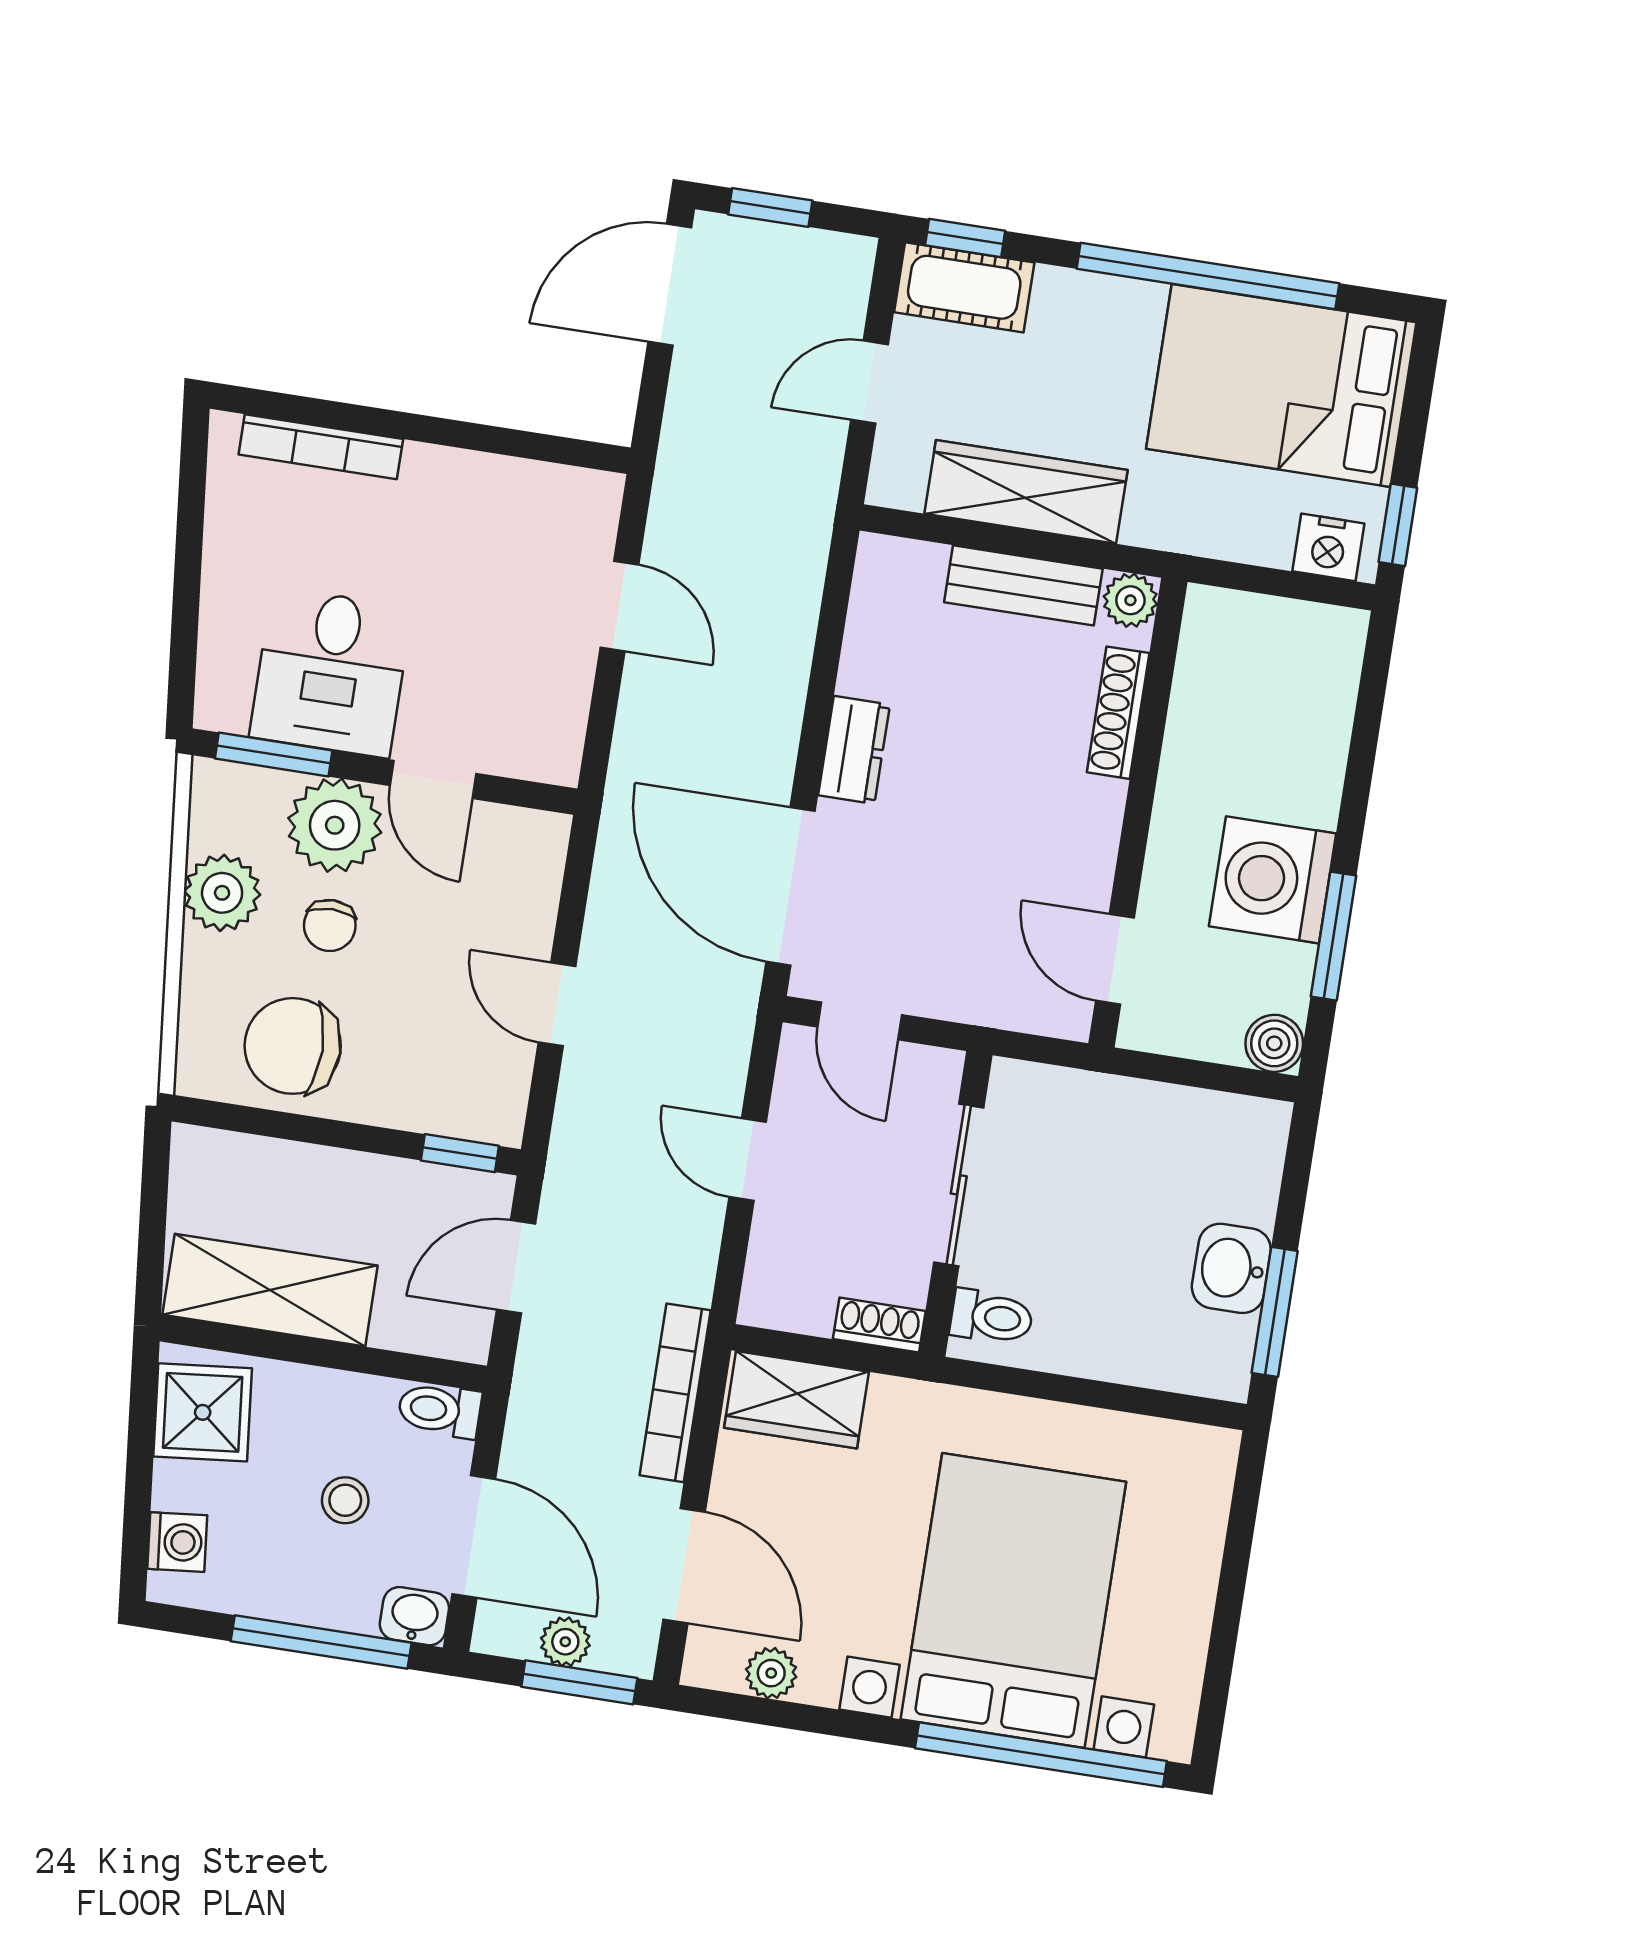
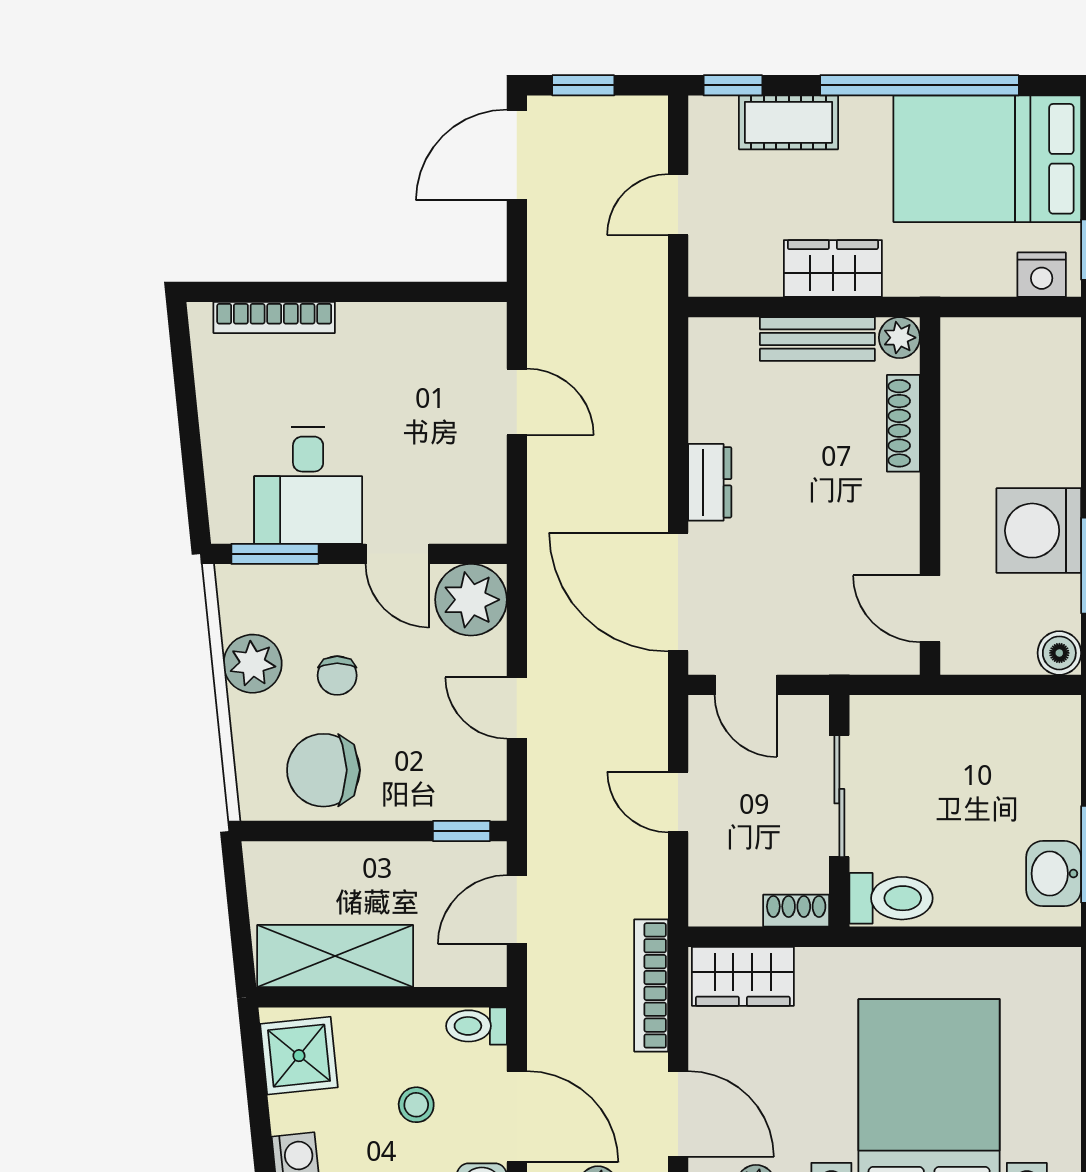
cot: (964, 287) -> (789, 122), moved
wardrobe: (1026, 492) -> (833, 268), width x0.67
plant: (335, 825) -> (471, 600), moved
washbasin: (1231, 1268) -> (1054, 874), moved
toilet: (992, 1317) -> (891, 898), width x1.37, depth x1.39

